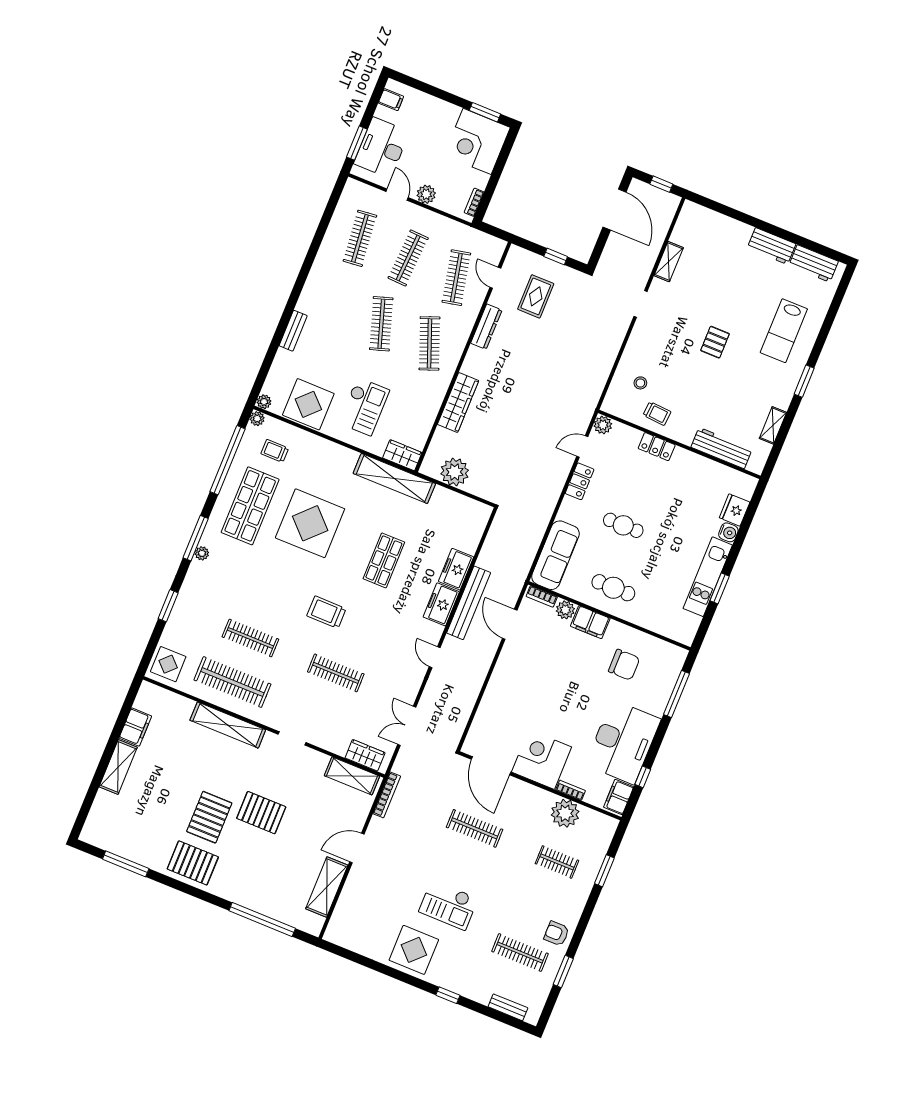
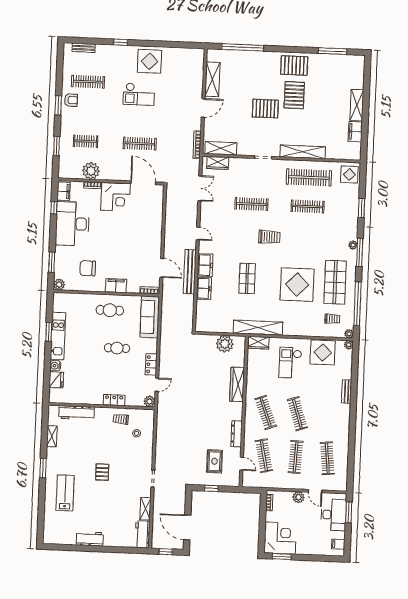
workbench: (814, 263) -> (142, 534), moved, turned -90
plant: (565, 610) -> (59, 284), moved
window: (676, 694) -> (52, 262), width x0.69
checkout: (448, 905) -> (139, 94), turned 180
window: (563, 971) -> (58, 105), moved

